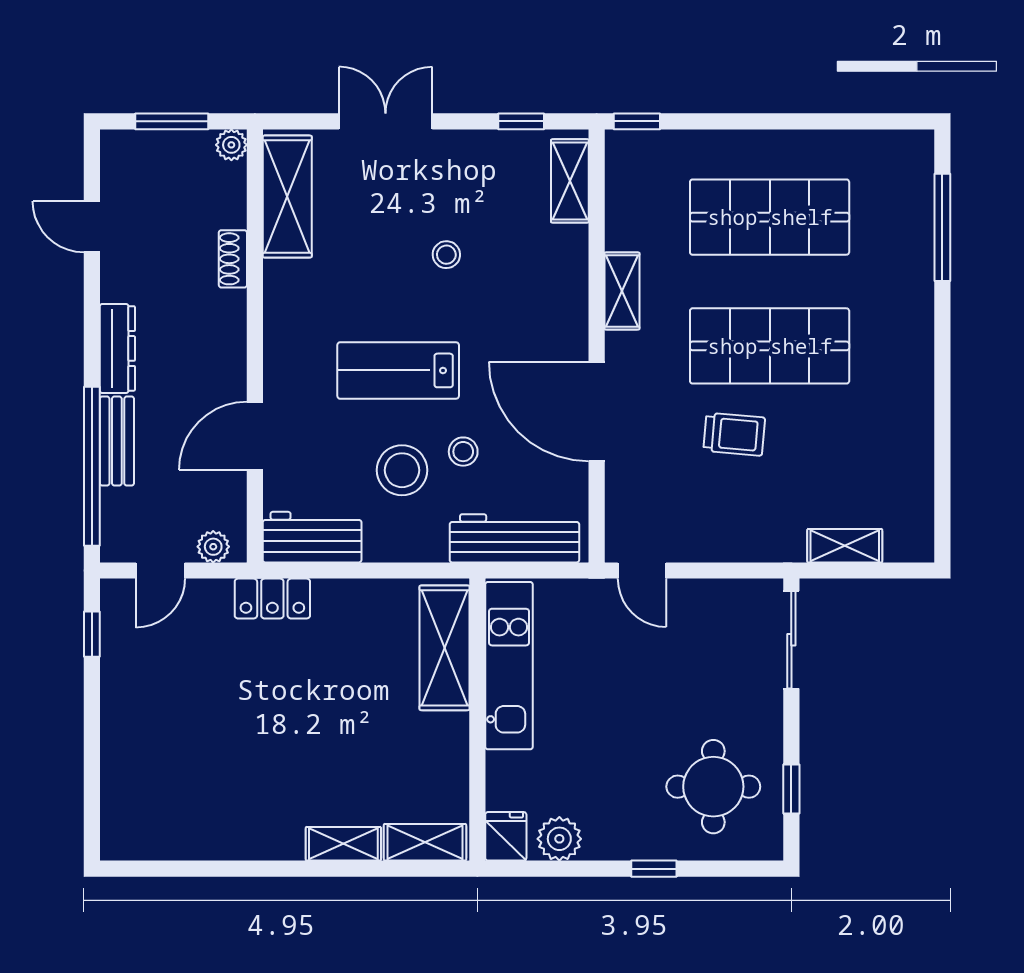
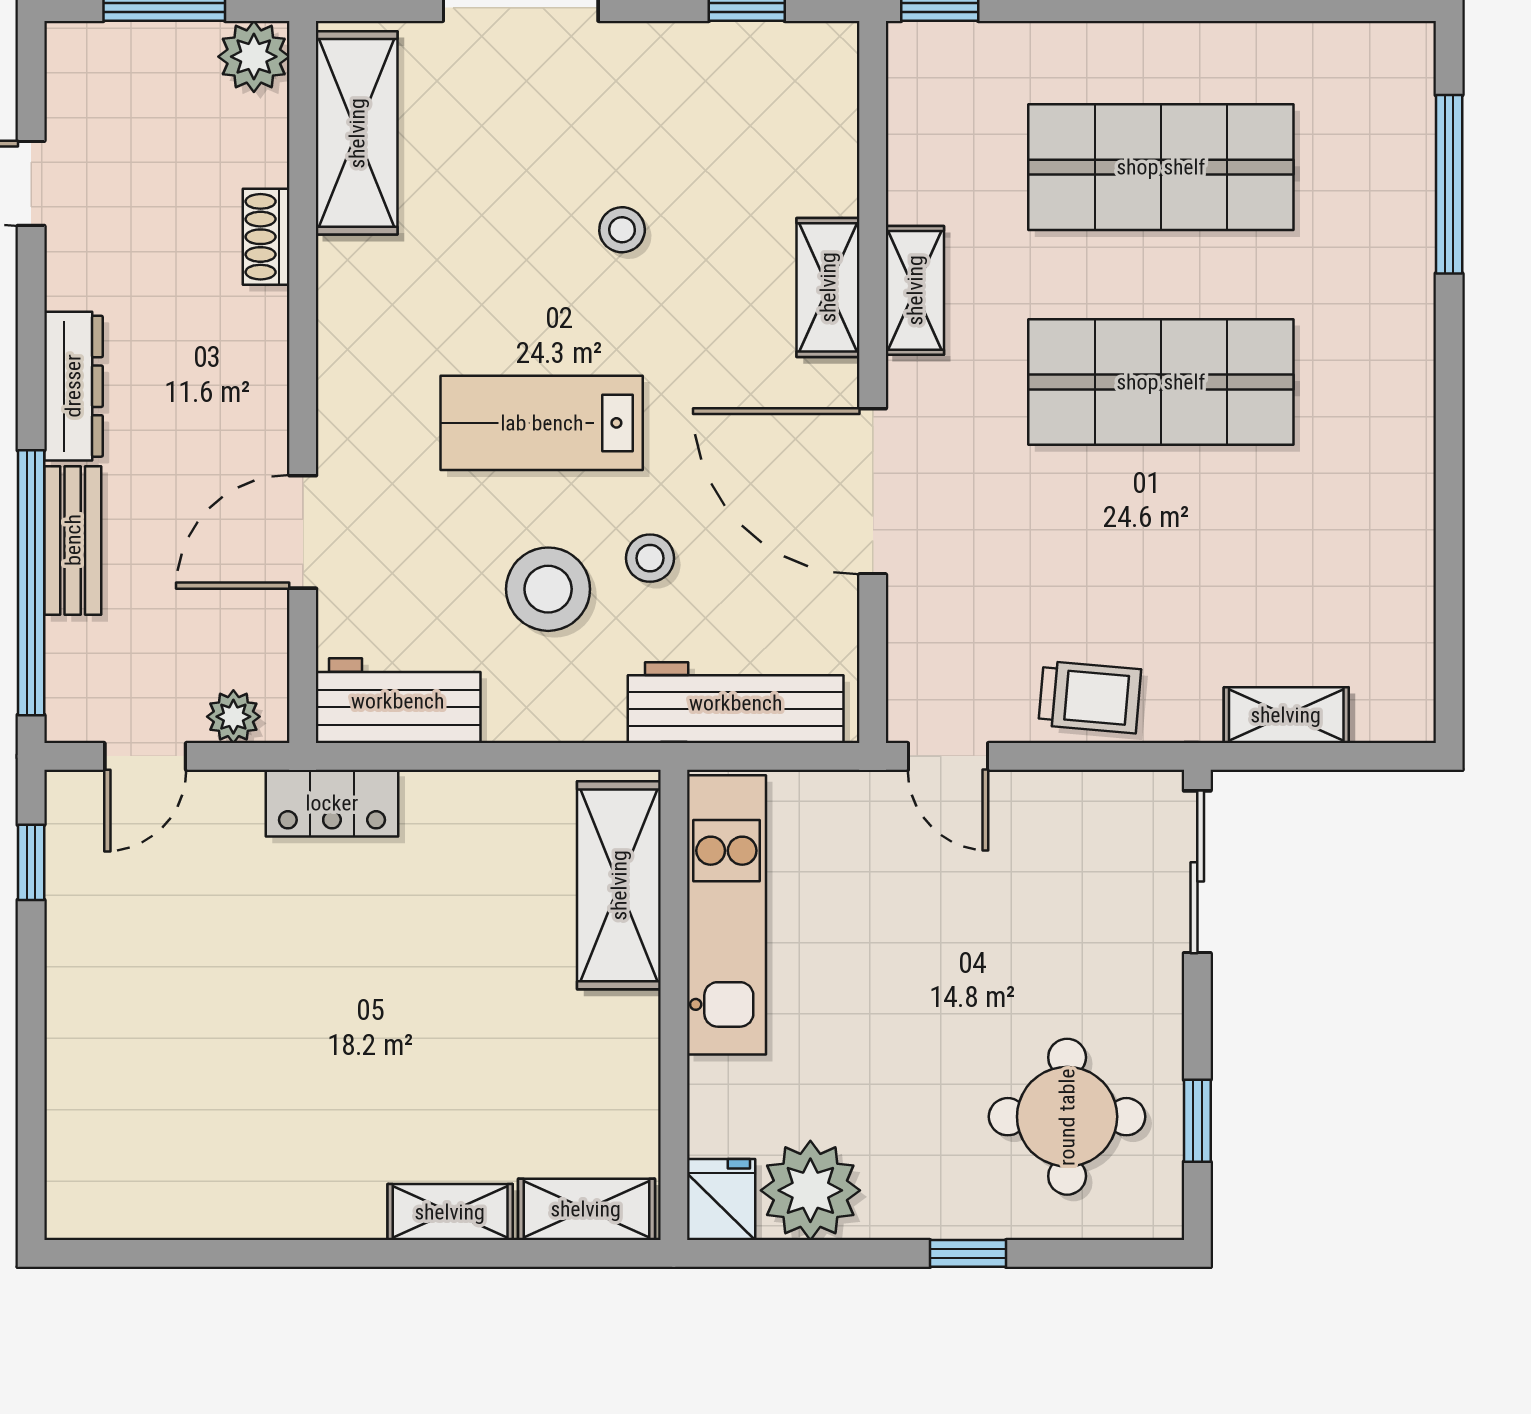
plant: (231, 145) -> (254, 57), width x1.38, depth x1.38
shelving: (570, 181) -> (828, 287), moved
trolley: (734, 434) -> (1090, 697), moved
plant: (559, 839) -> (810, 1190), width x1.36, depth x1.36

